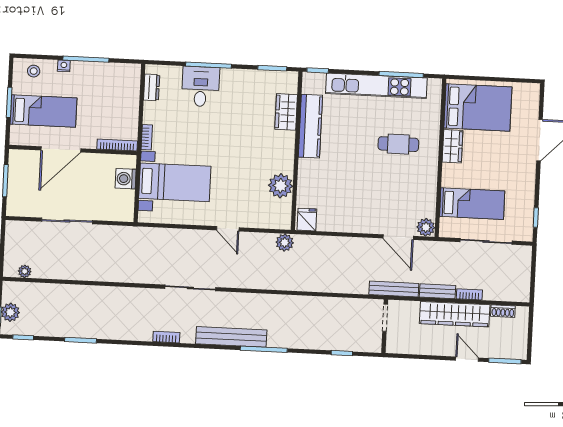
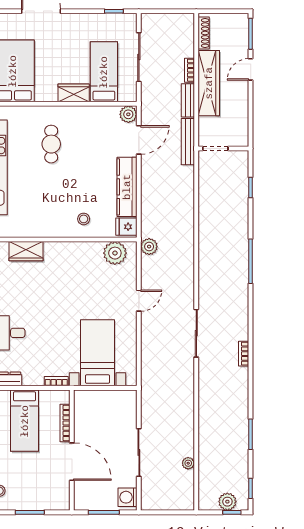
bed: (43, 111) -> (25, 421), moved, turned 180
kitchen counter: (310, 126) -> (127, 187), moved, turned -90
bookcase: (117, 145) -> (65, 423), moved
wardrobe: (452, 146) -> (74, 93), moved
stool: (317, 175) -> (84, 219), added
washing machine: (126, 179) -> (127, 497), moved, turned 90
plant: (281, 186) -> (115, 253), moved
plant: (25, 271) -> (188, 463), moved
shoe rack: (503, 311) -> (204, 33), width x1.43
bench: (231, 337) -> (240, 292), removed

